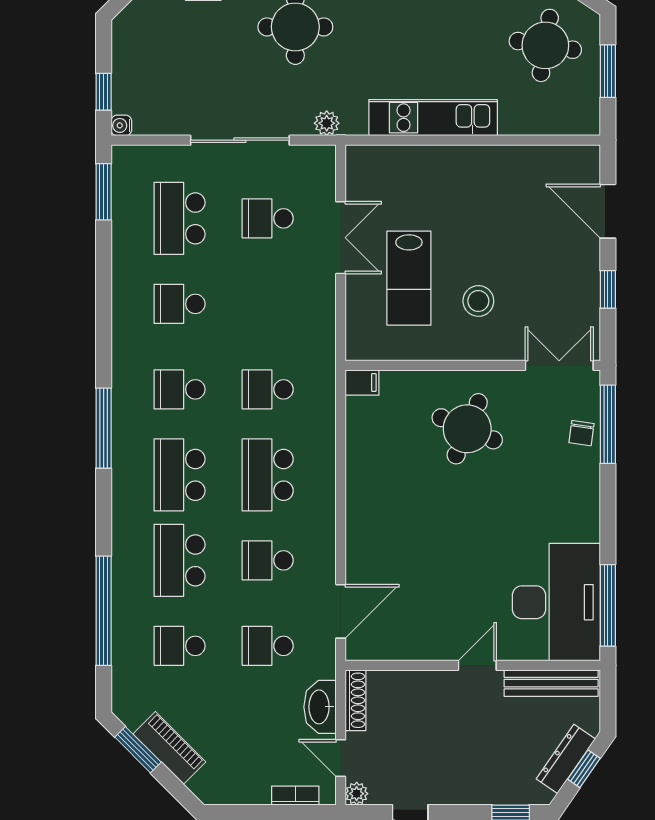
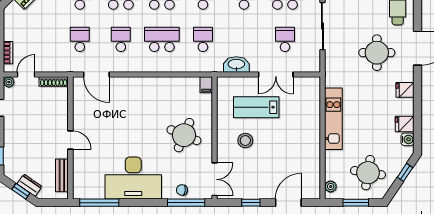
plant: (327, 123) -> (331, 187), moved
desk: (556, 602) -> (133, 178), moved
bench: (551, 683) -> (62, 175), width x0.73
washbasin: (320, 707) -> (236, 64), moved
dresser: (566, 759) -> (30, 185), width x0.70

